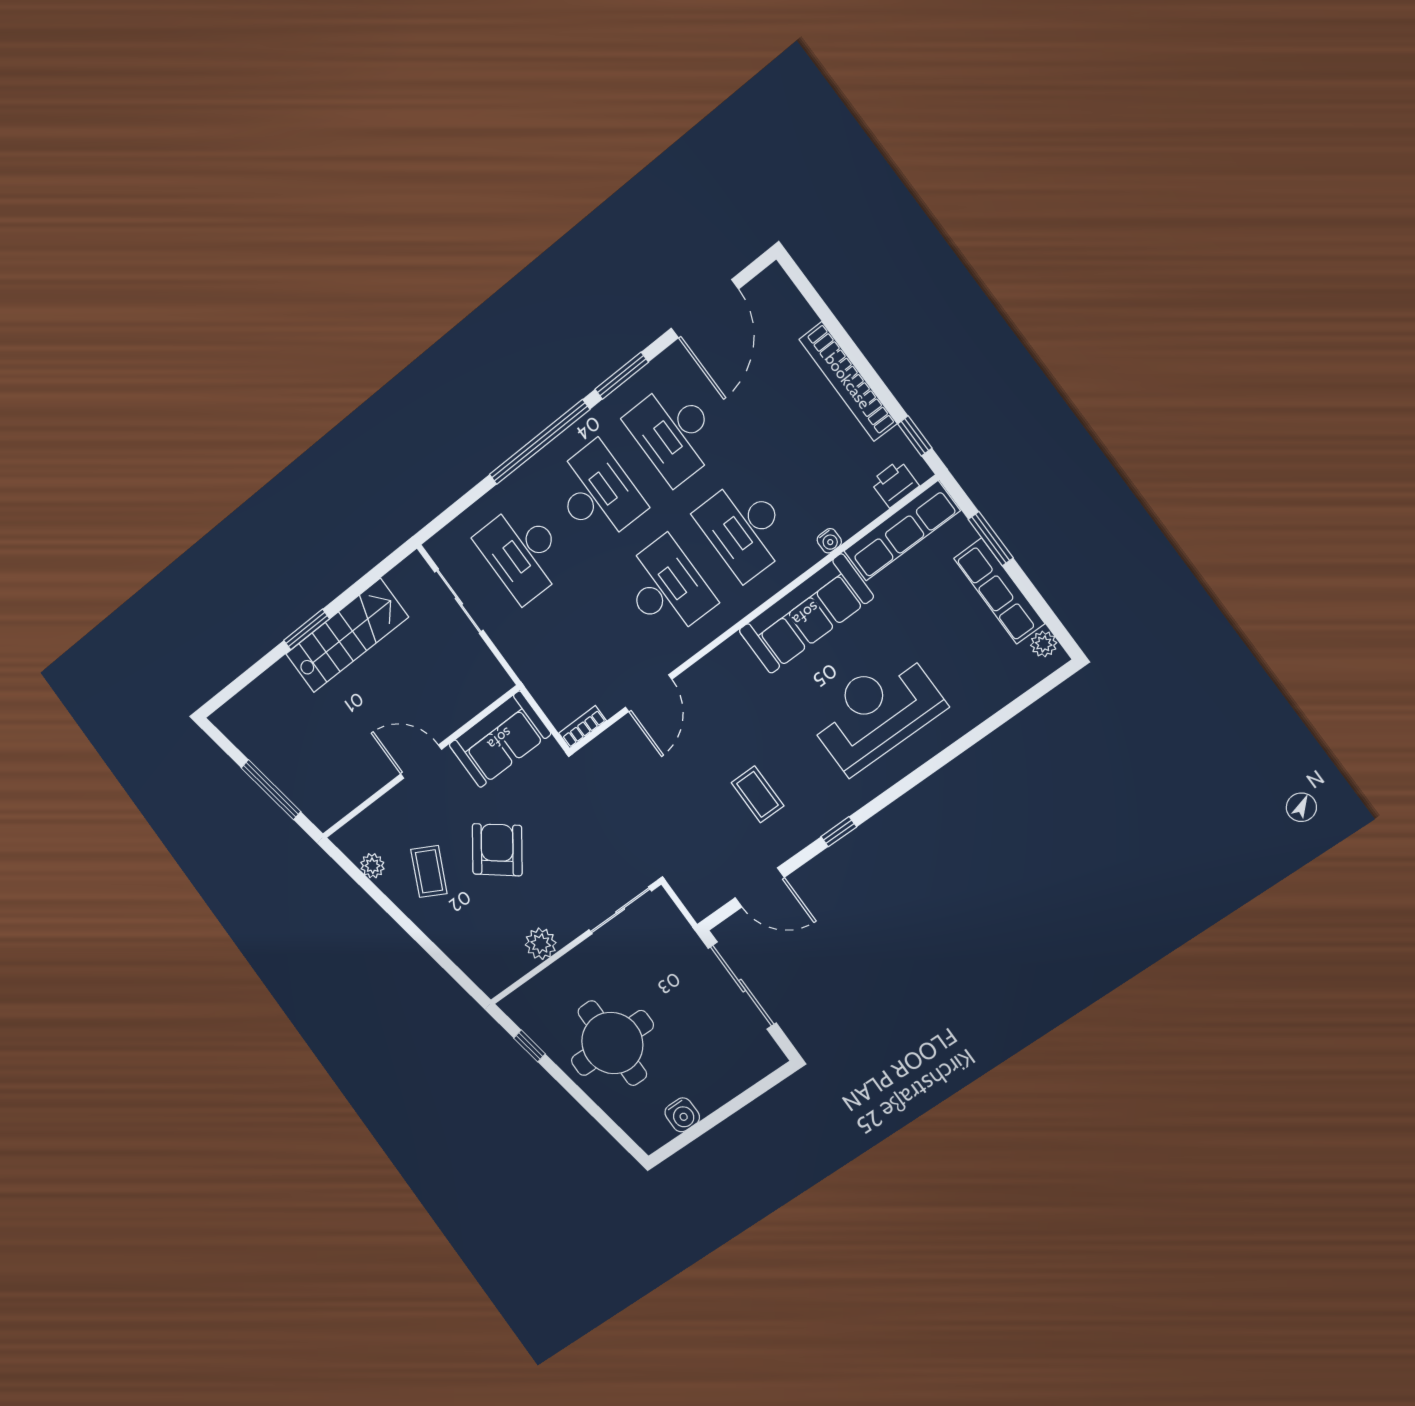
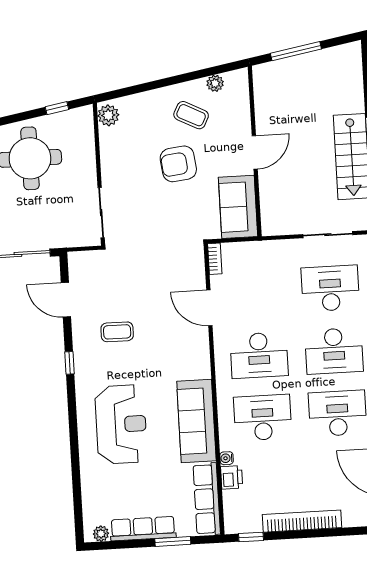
printer: (895, 484) -> (232, 477), moved
armchair: (497, 850) -> (178, 164), turned 136
door: (760, 887) -> (66, 300), hinge flipped
plant: (541, 944) -> (108, 115), moved

